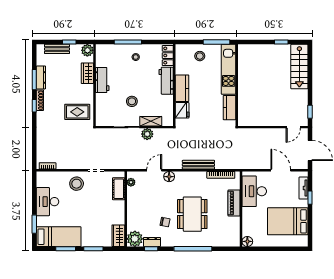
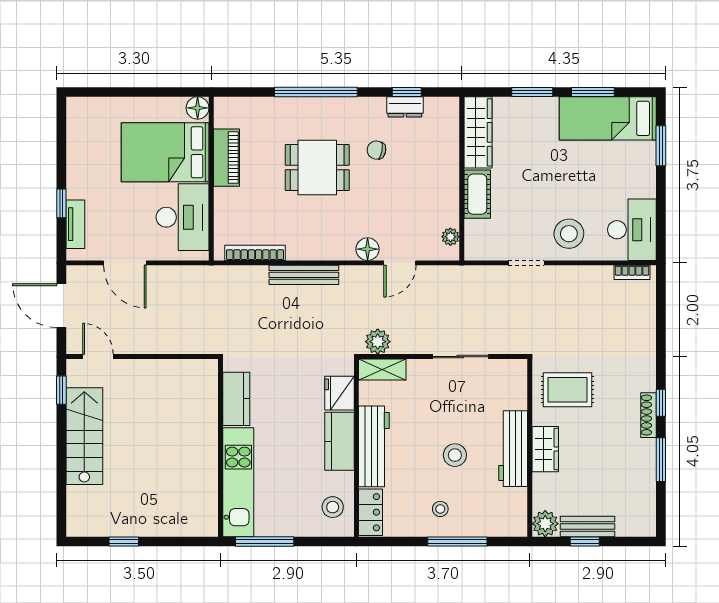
bench: (57, 49) -> (587, 527), moved
stool: (200, 56) -> (333, 507), moved
stairs: (299, 67) -> (84, 436), moved
wardrobe: (87, 73) -> (545, 449), moved
dresser: (41, 77) -> (646, 465), removed
workbench: (102, 80) -> (513, 449), width x1.38
workbench: (166, 81) -> (374, 446), width x1.38
stool: (132, 101) -> (455, 455), moved
shelving: (151, 121) -> (382, 370), moved
door: (293, 127) -> (98, 357), hinge flipped
plant: (147, 134) -> (378, 342), moved
cot: (119, 189) -> (477, 194), moved
desk: (48, 202) -> (632, 230), moved
piano: (234, 203) -> (226, 158), moved
dining table: (192, 214) -> (317, 168), width x0.73
bed: (288, 221) -> (165, 152), moved, turned 180
wardrobe: (118, 236) -> (478, 132), width x1.50
plant: (135, 239) -> (442, 114), removed

